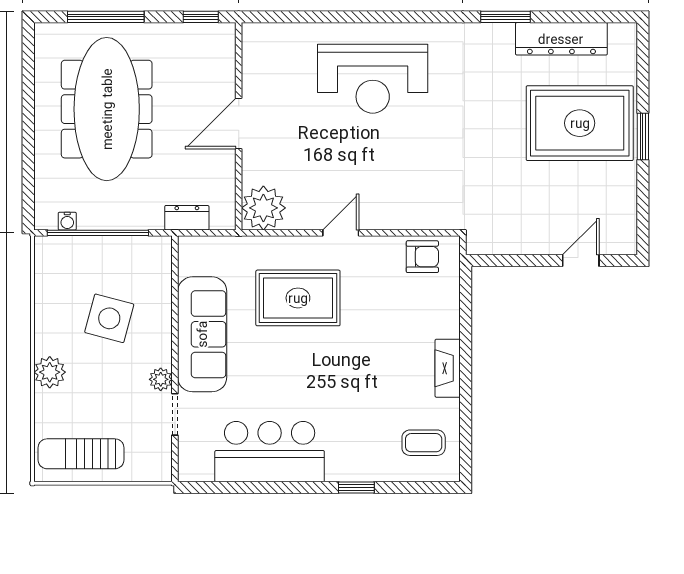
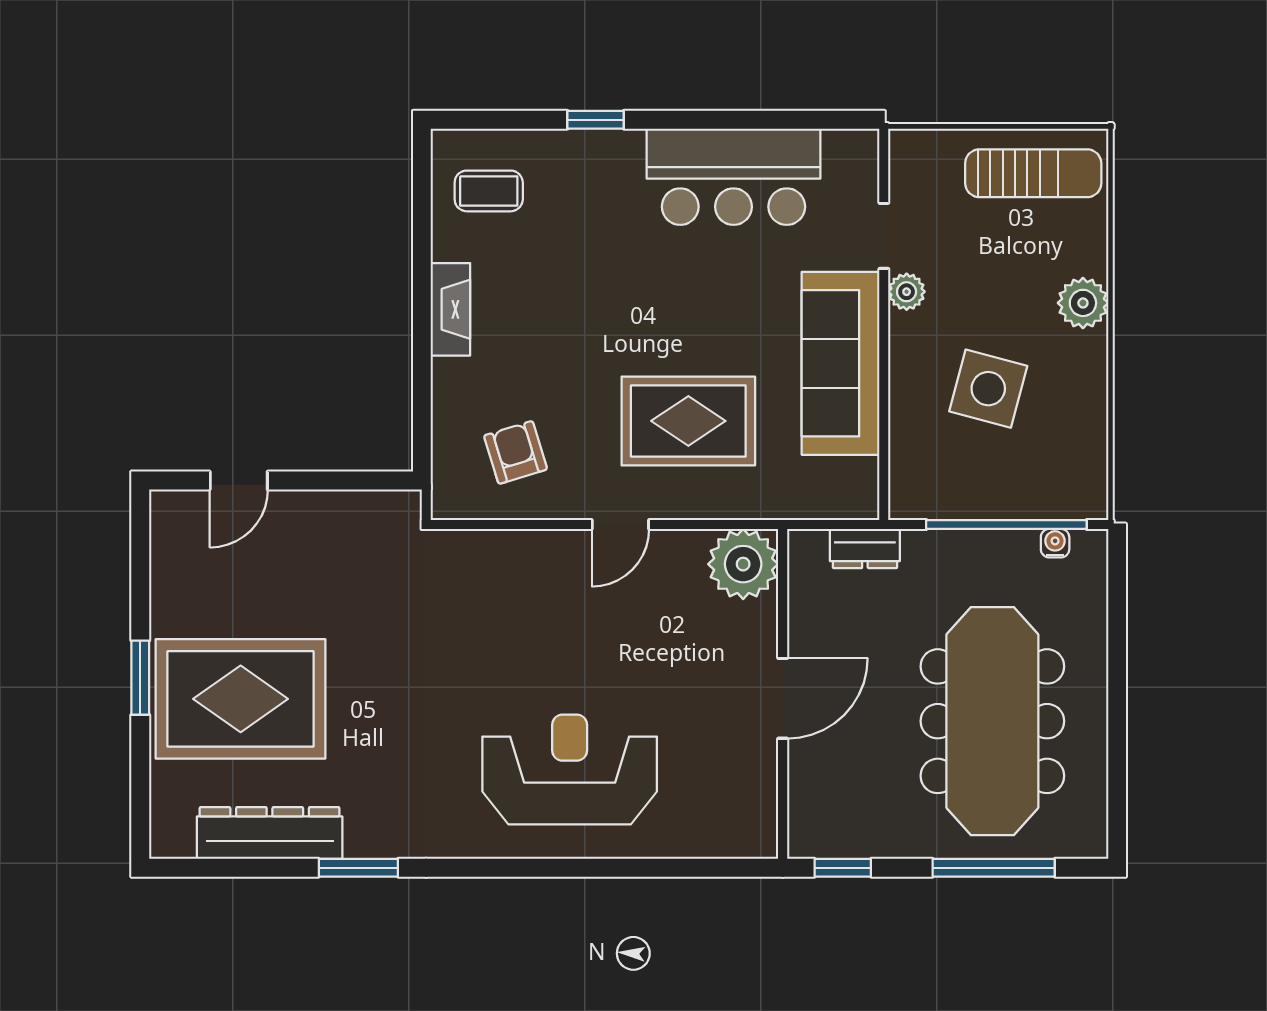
armchair: (422, 257) -> (516, 452), moved, turned 73

